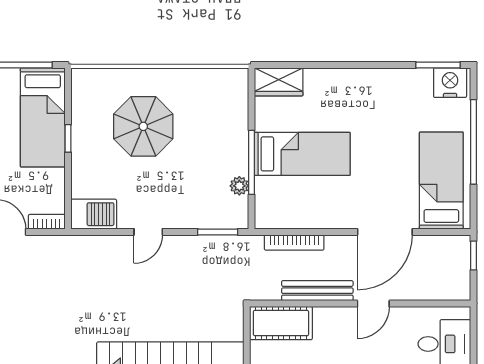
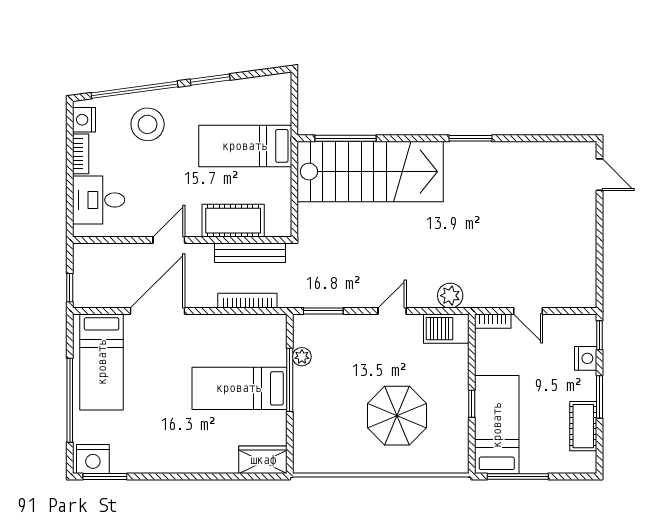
plant: (90, 247) -> (450, 296), added
bench: (317, 291) -> (250, 253), moved
cot: (281, 323) -> (233, 221), moved

